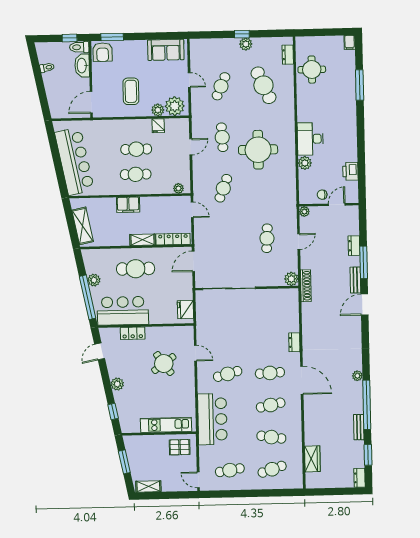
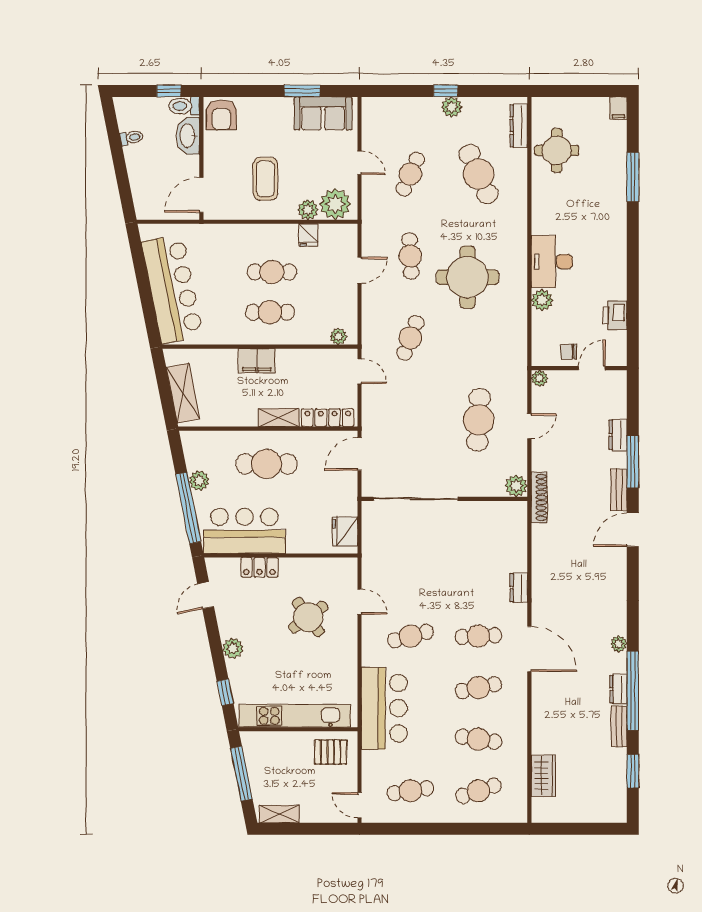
window: (112, 37) -> (302, 91), moved
dresser: (288, 55) -> (519, 126), width x1.44
cafe table: (267, 238) -> (479, 420), width x1.37, depth x1.35
kitchen unit: (166, 425) -> (295, 716), width x1.36
window: (124, 462) -> (241, 774), width x1.44
dresser: (359, 478) -> (618, 689), moved

